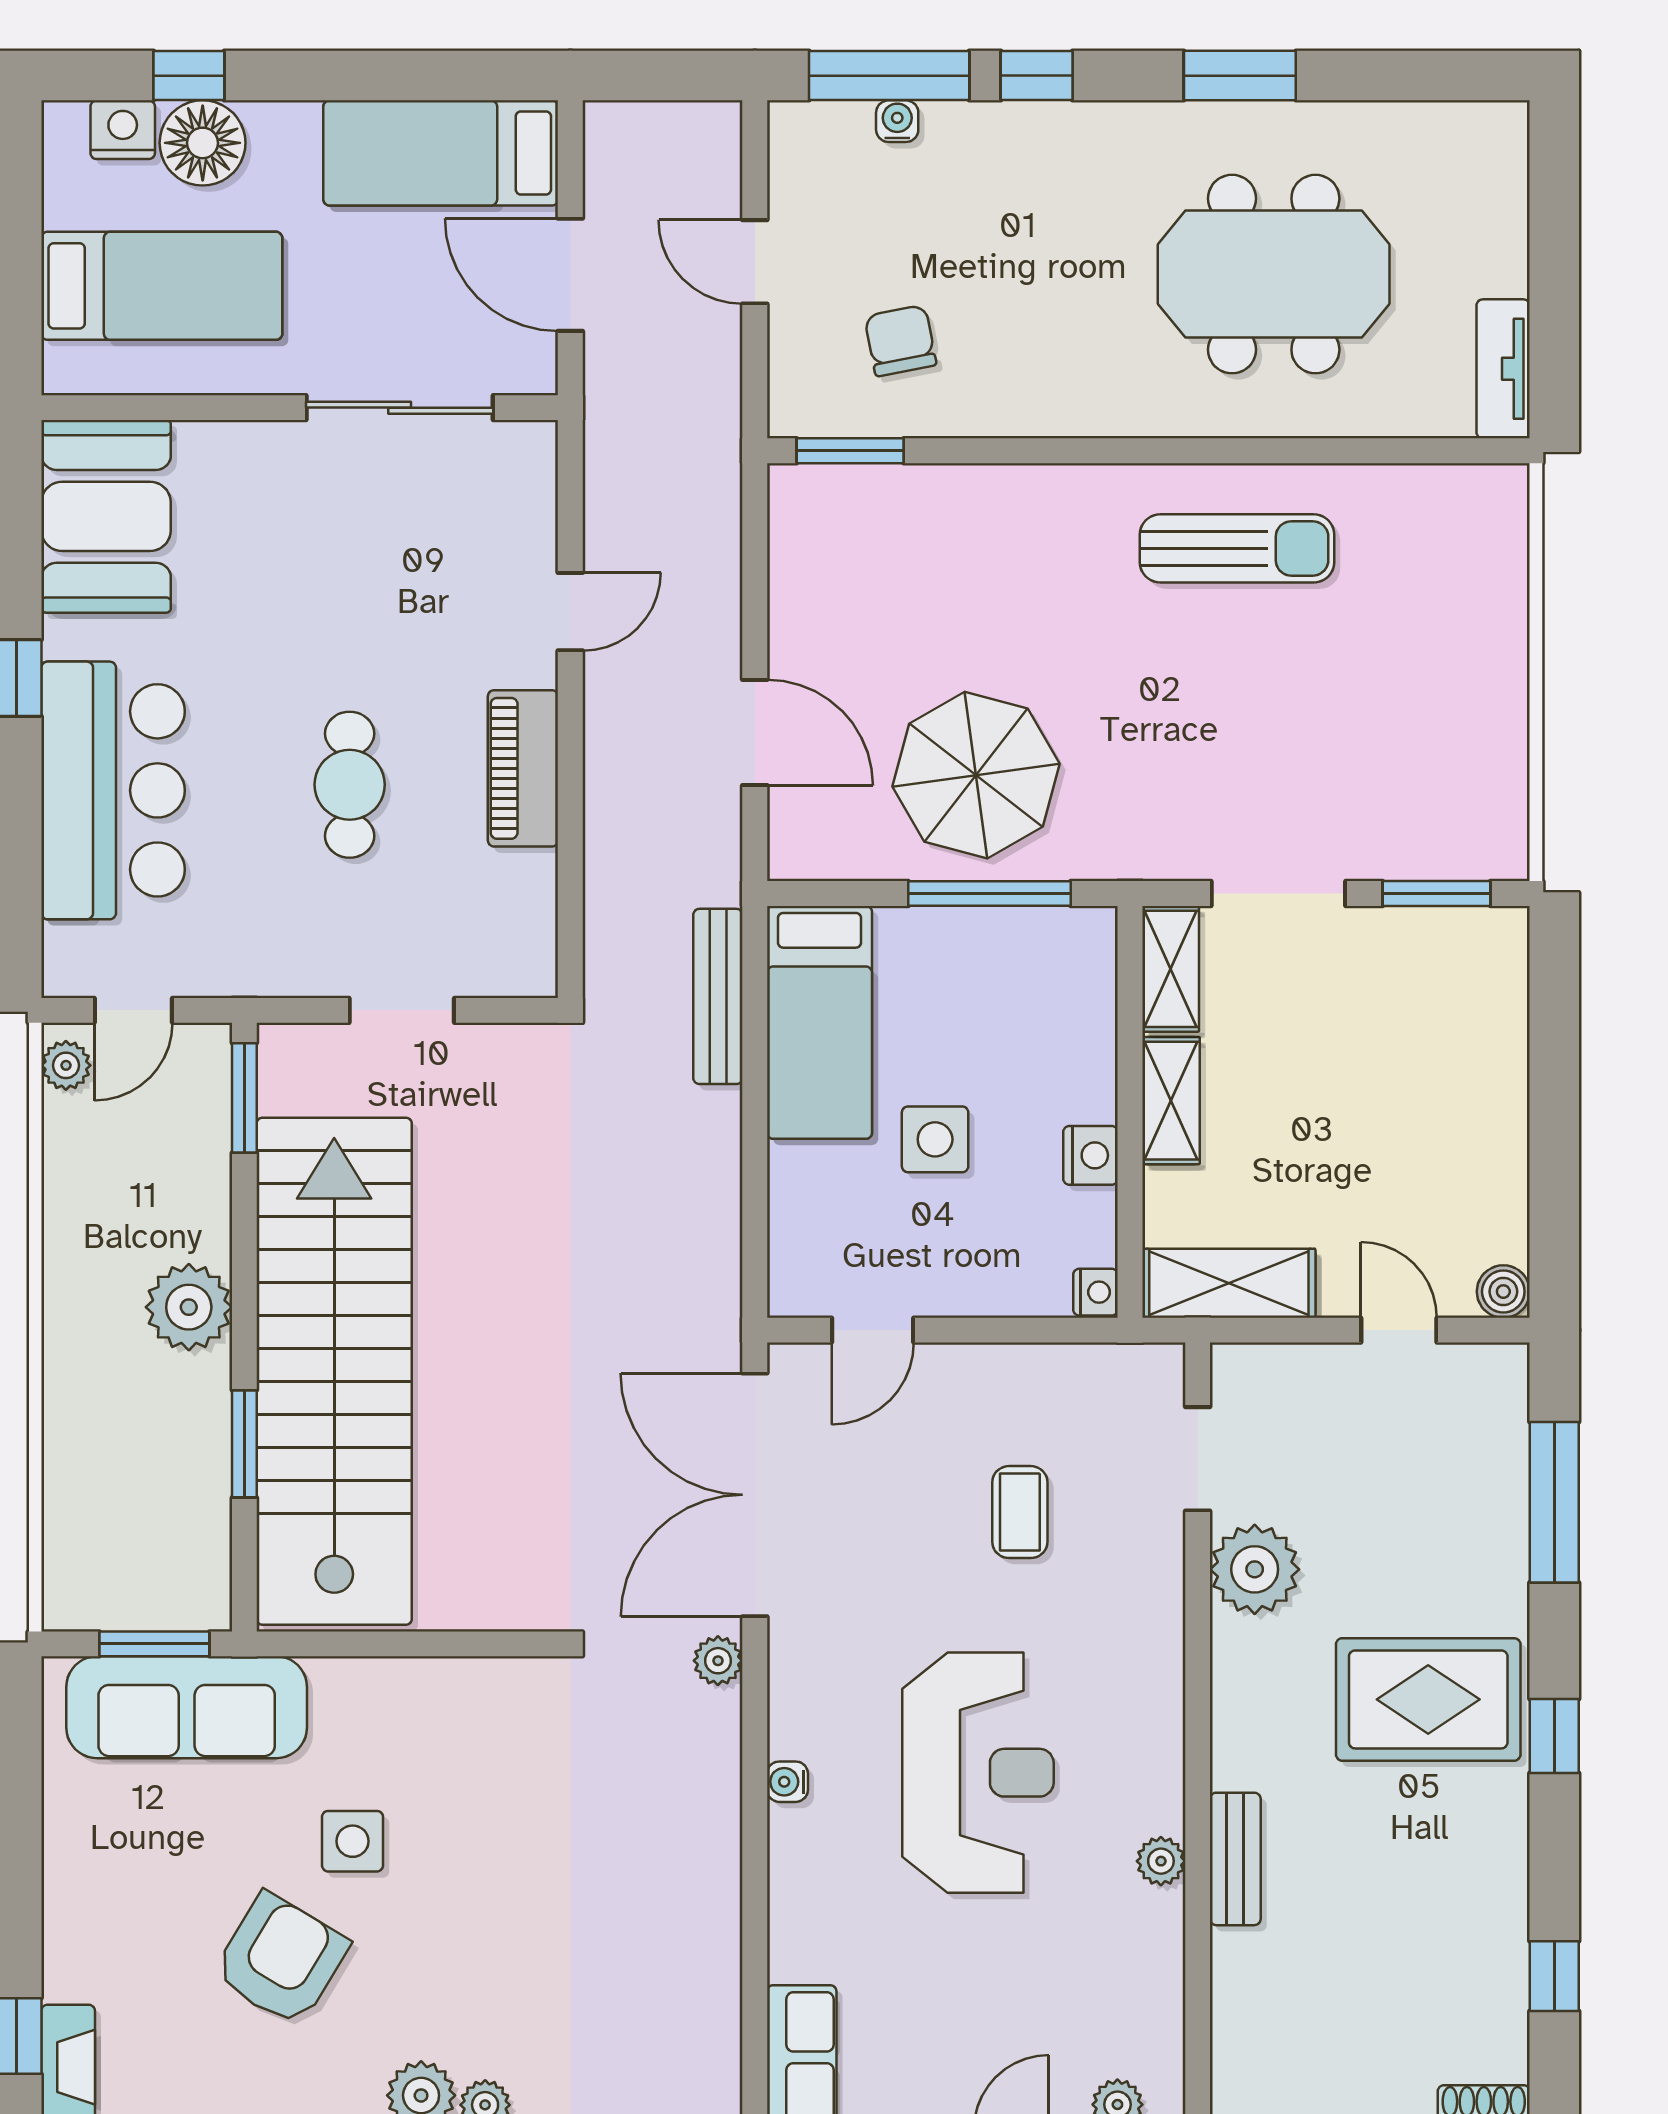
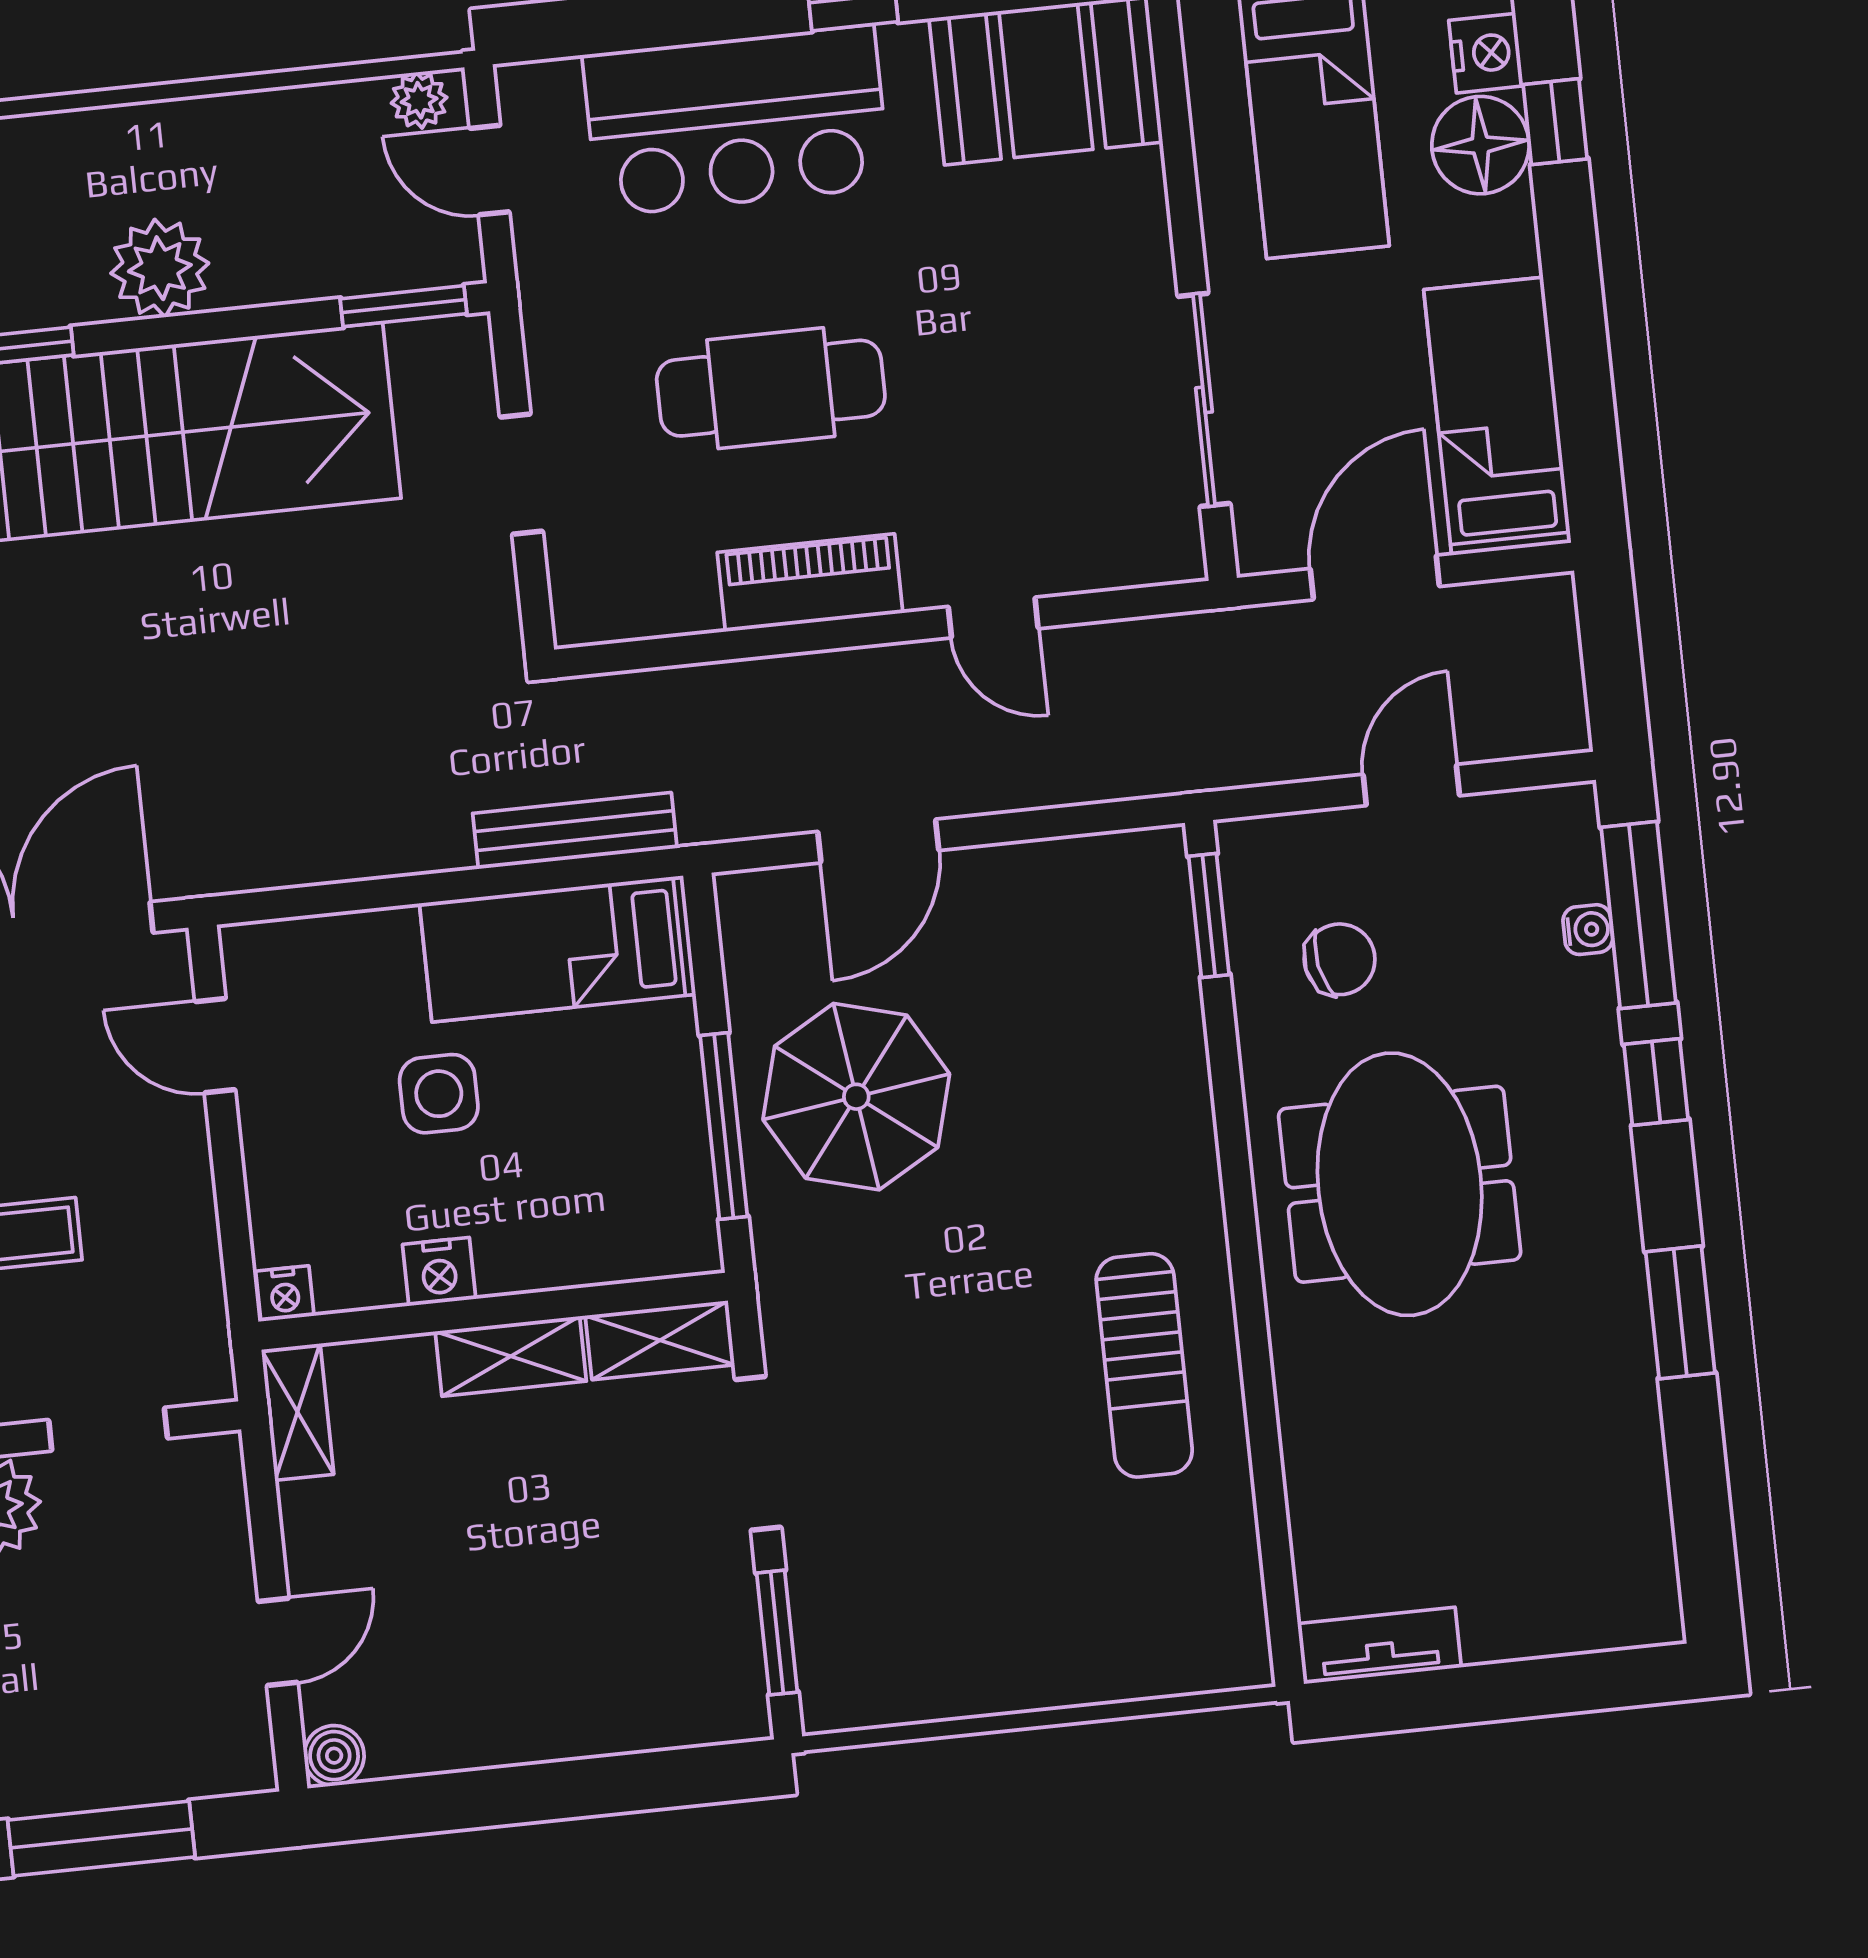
meeting table: (1274, 274) -> (1400, 1184), moved
cafe table: (350, 785) -> (771, 388), width x1.37, depth x1.35
shelving: (1229, 1283) -> (298, 1412), width x0.67, depth x0.75

